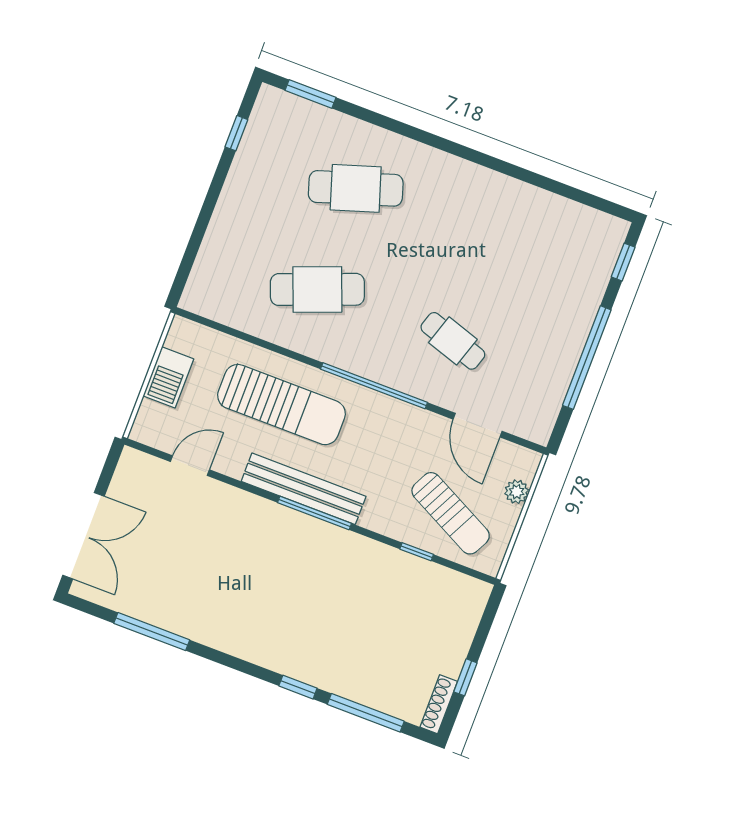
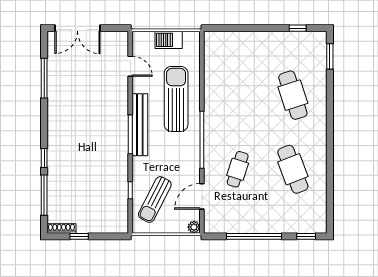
cafe table: (317, 289) -> (293, 169), moved
sun lounger: (281, 405) -> (176, 99), turned 180
plant: (517, 492) -> (194, 227), moved

